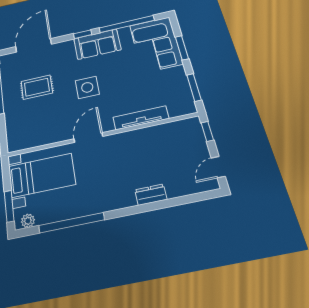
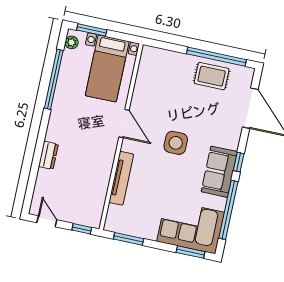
window: (182, 48) -> (190, 252), moved
rug: (37, 87) -> (212, 76), moved, turned 90

